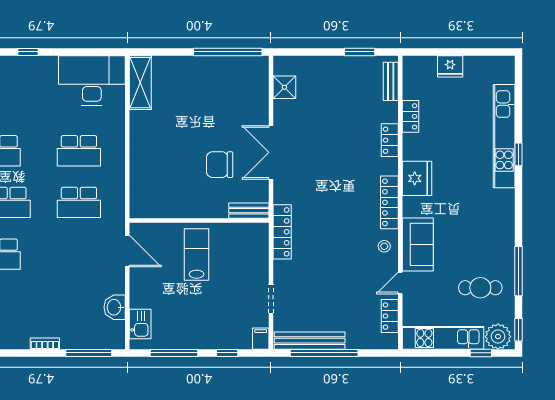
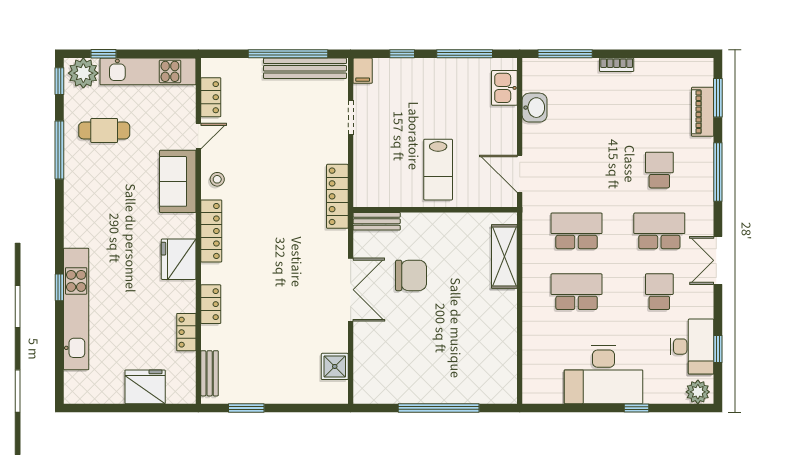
window: (228, 52) -> (439, 408), moved
fridge: (450, 66) -> (145, 387), width x1.36, depth x1.34
desk: (92, 80) -> (604, 374), moved
shelving: (140, 83) -> (504, 256), moved

